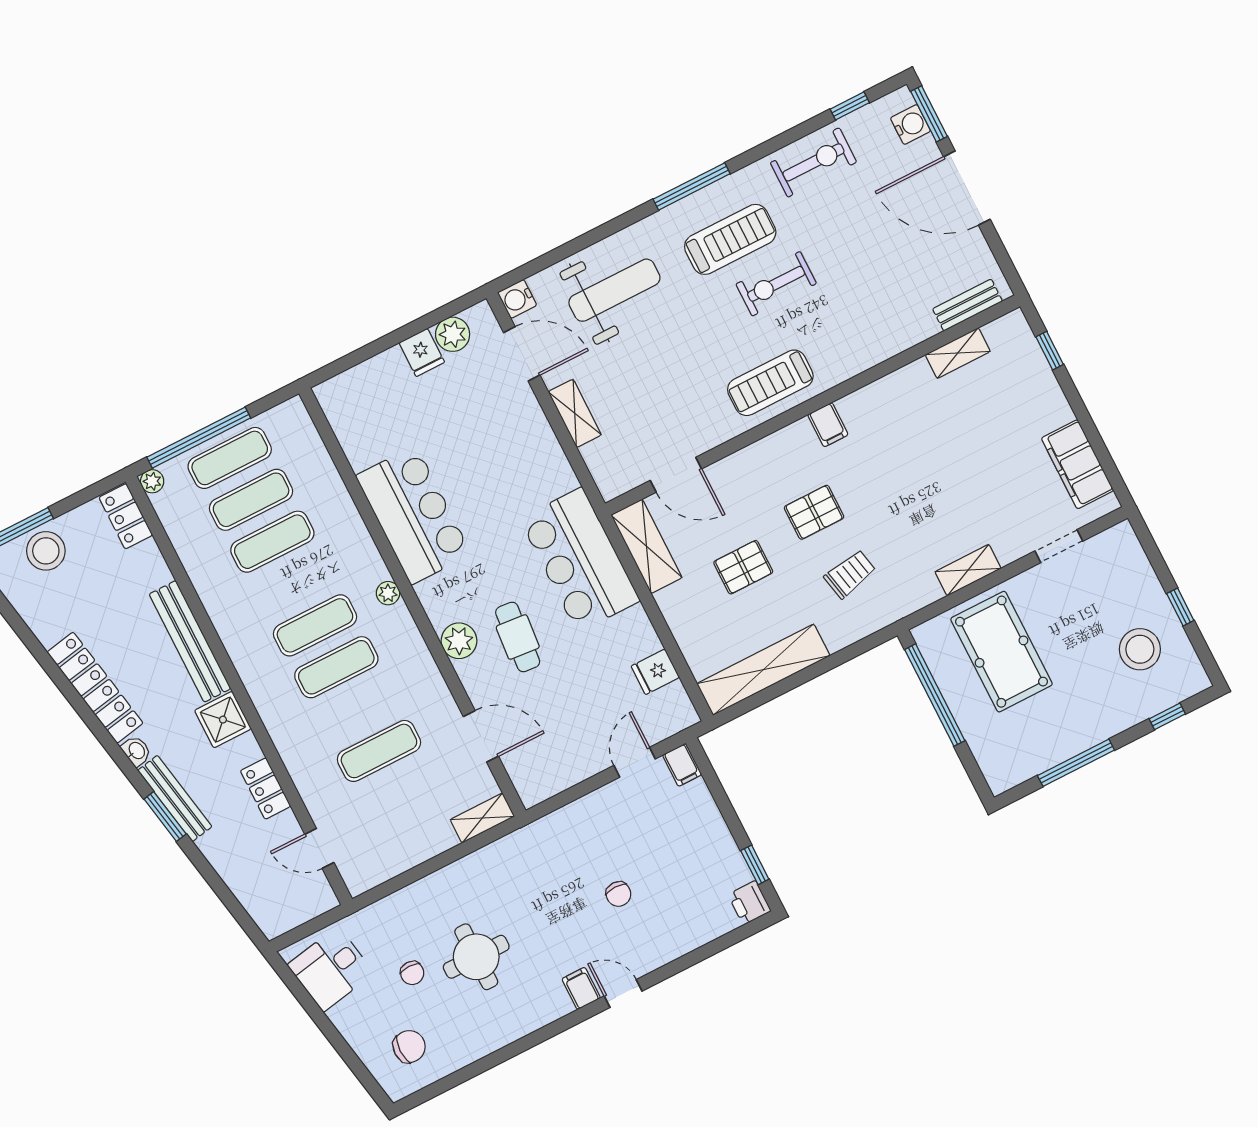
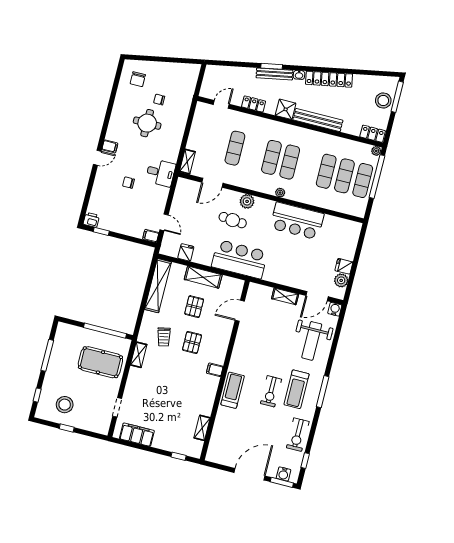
exercise bike: (776, 284) -> (271, 391), turned 180
bench: (967, 305) -> (214, 443), removed
treadmill: (770, 383) -> (233, 390), moved
shelving: (647, 546) -> (203, 277), moved
shelving: (968, 570) -> (139, 355), moved
desk: (331, 969) -> (161, 173), moved, turned 100

